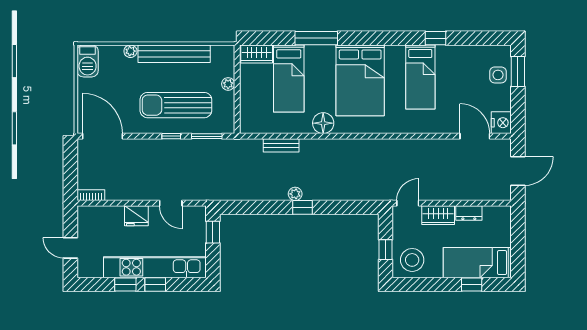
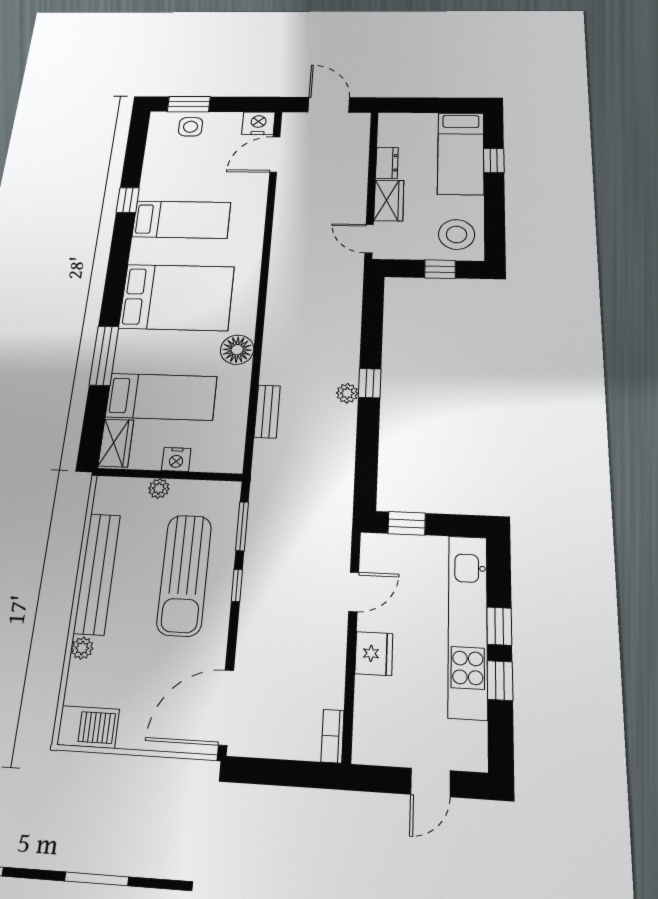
nightstand: (247, 92) -> (176, 459), added

